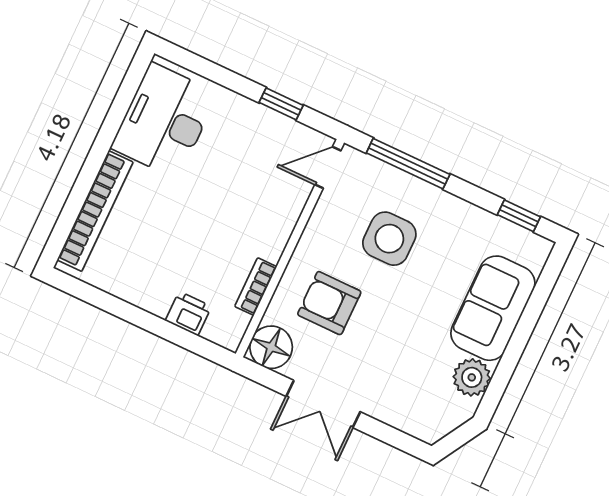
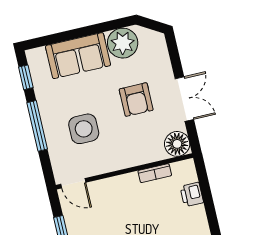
window: (408, 164) -> (37, 126), moved
armchair: (329, 303) -> (136, 100), moved
plant: (472, 377) -> (123, 43), width x1.36, depth x1.36

